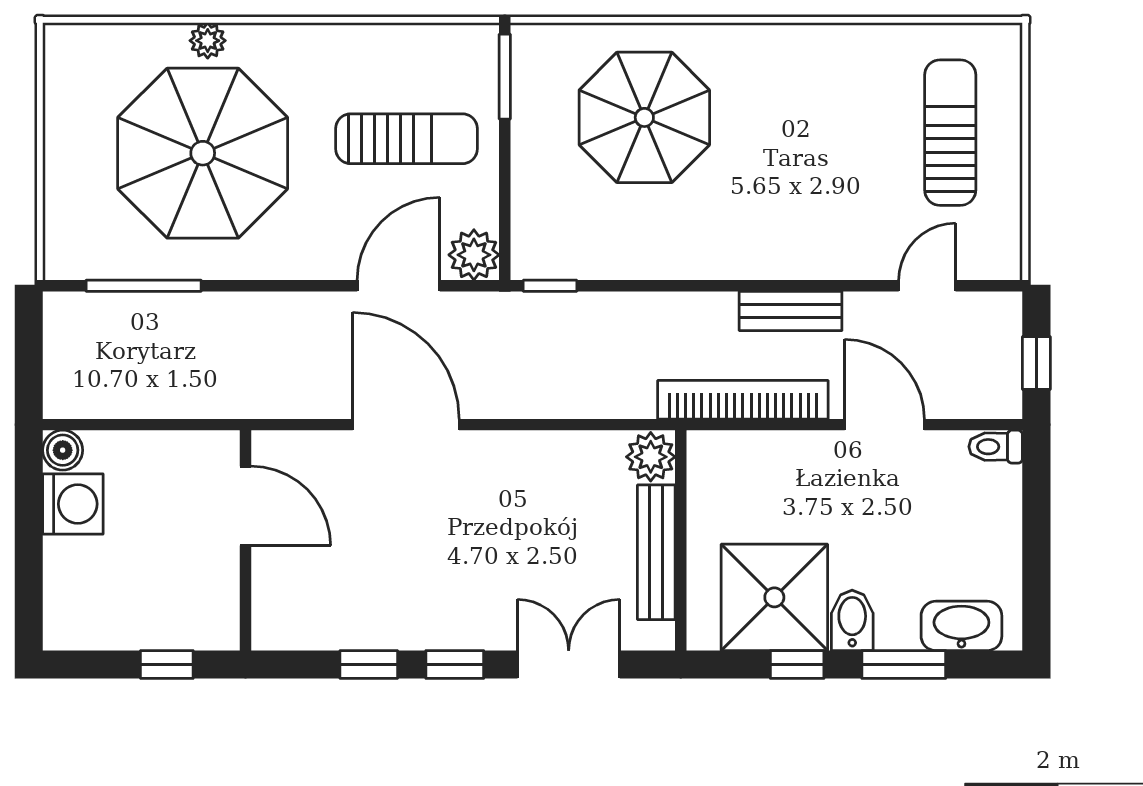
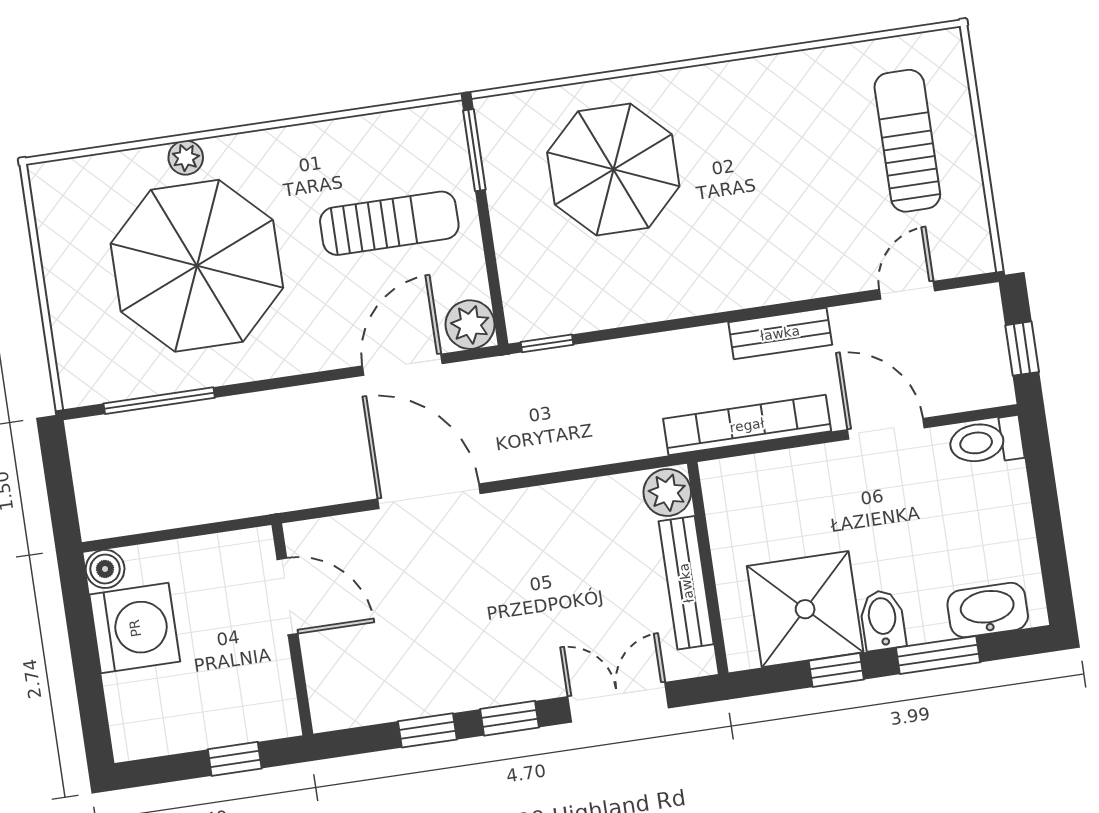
toilet: (996, 447) -> (986, 441), width x1.37, depth x1.39
washing machine: (73, 504) -> (135, 628), width x1.37, depth x1.37

